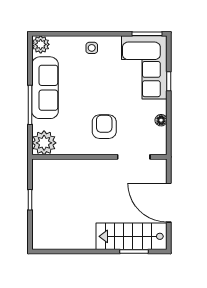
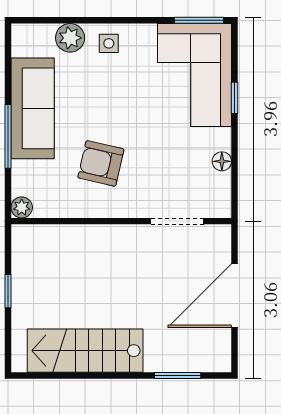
plant: (41, 44) -> (70, 38), moved
armchair: (104, 127) -> (101, 163), moved, turned -77
plant: (44, 143) -> (22, 207), width x0.53, depth x0.53
door: (169, 203) -> (235, 296), hinge flipped
stairs: (131, 236) -> (85, 351), moved

